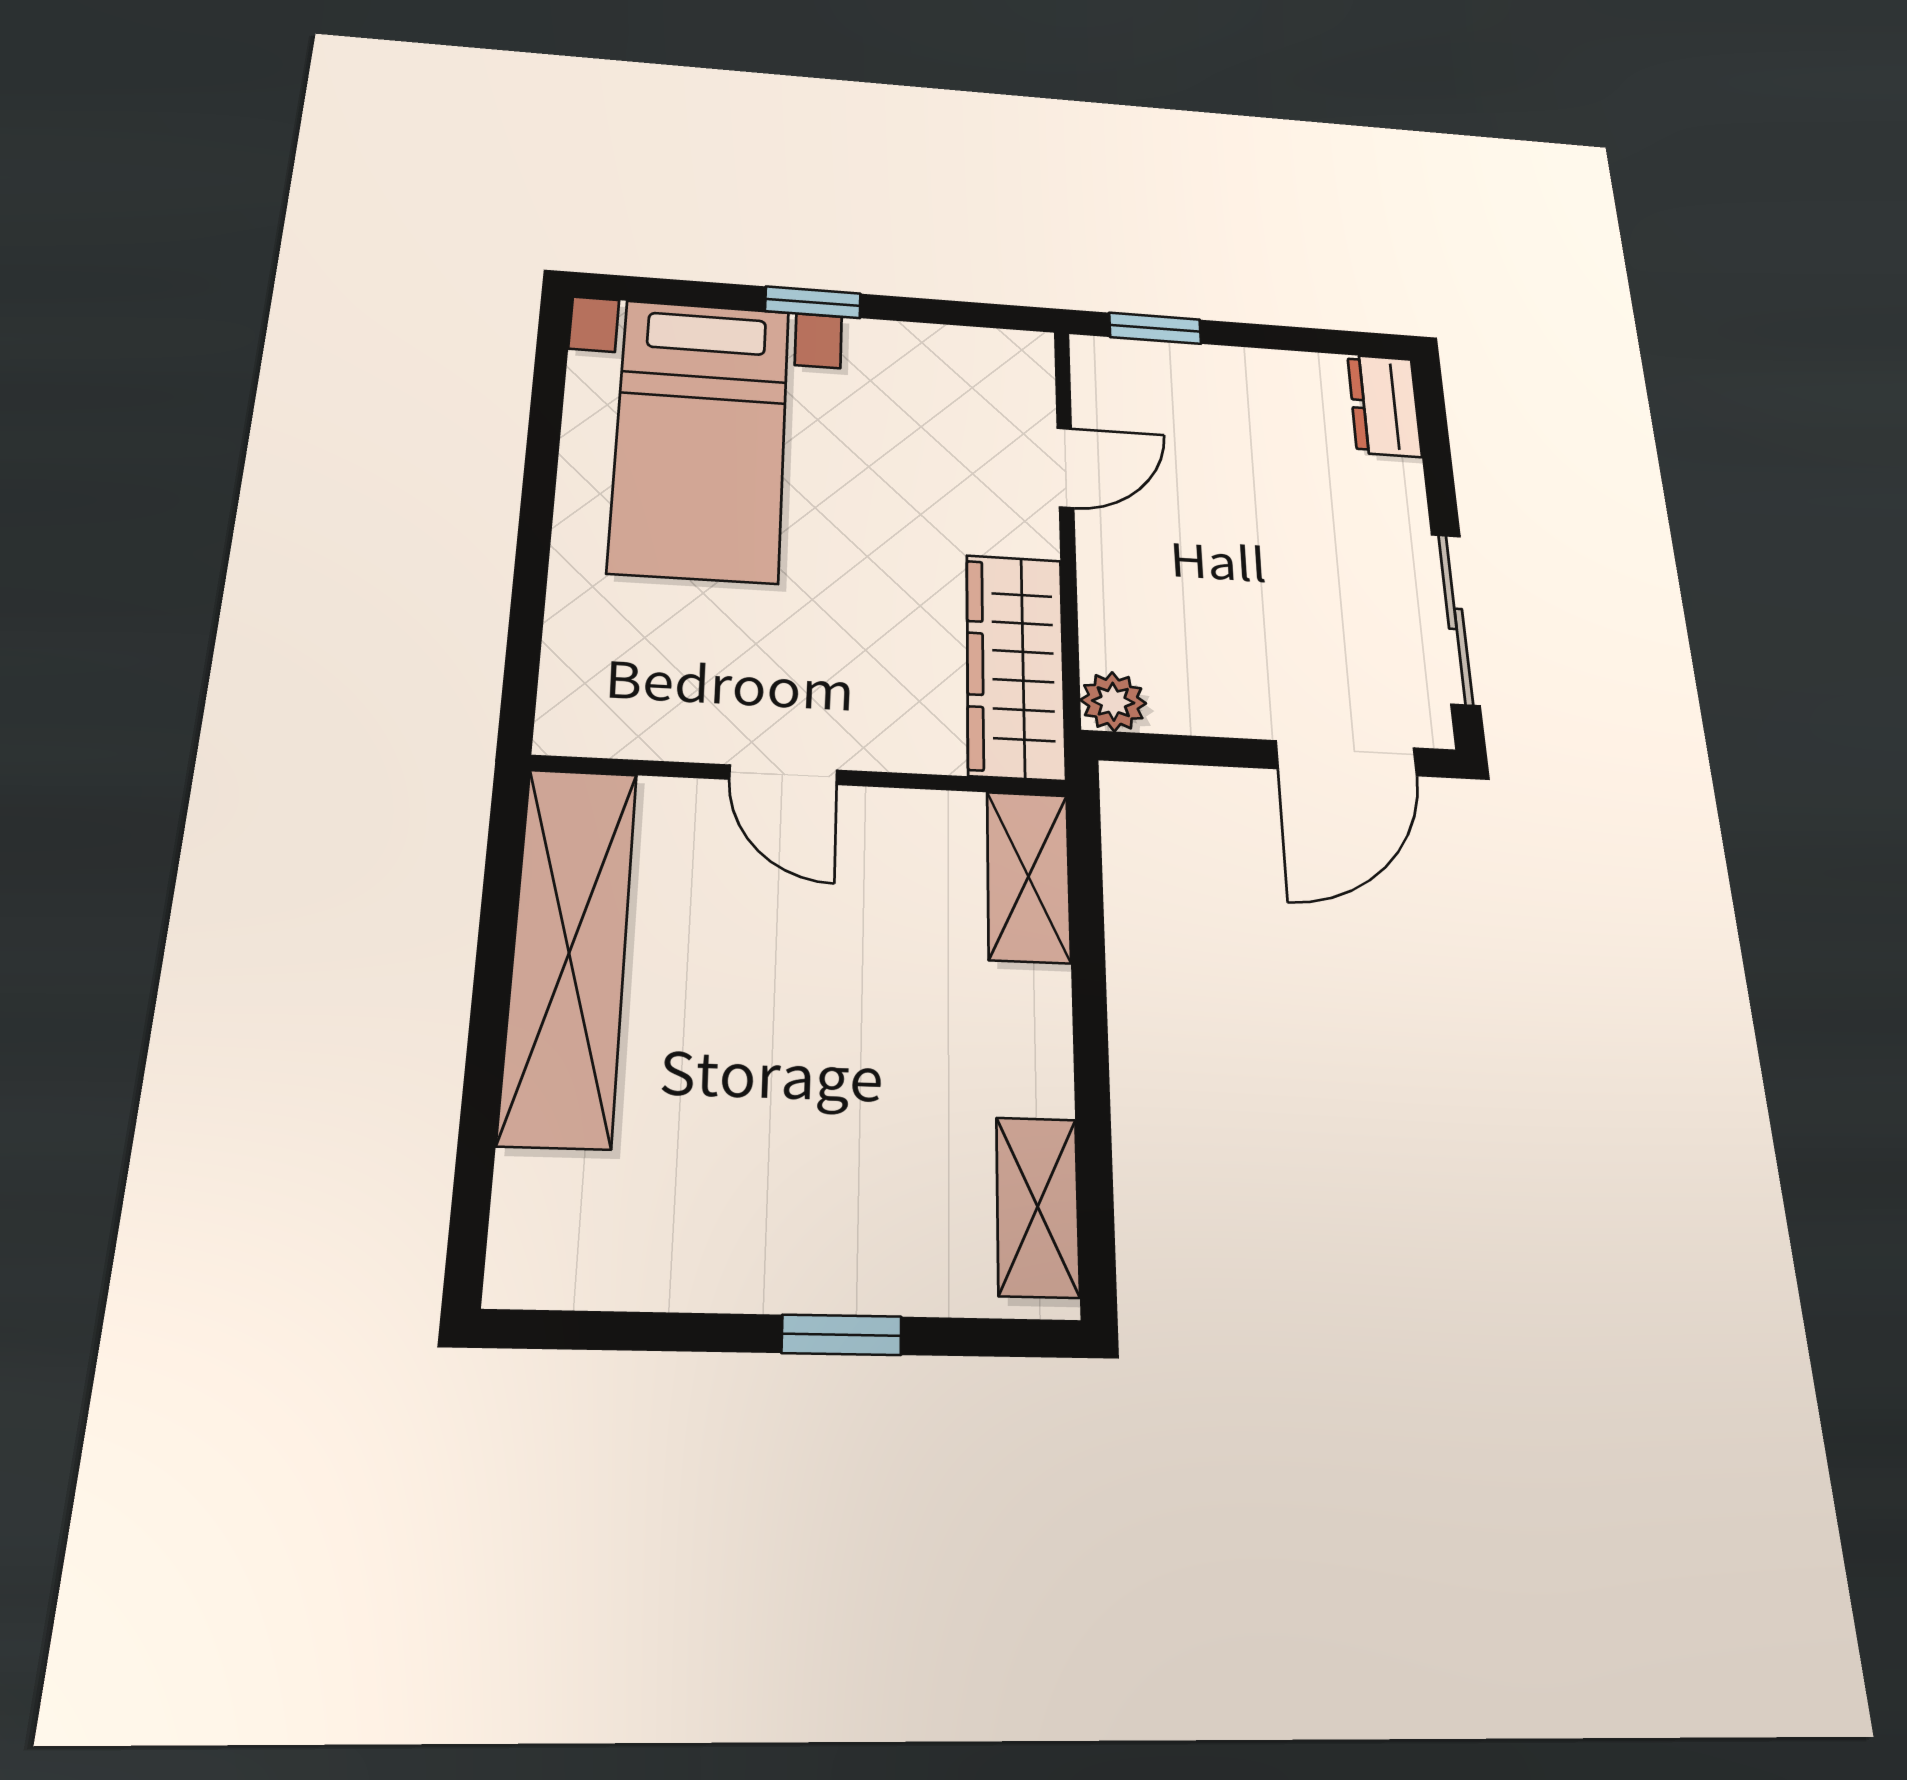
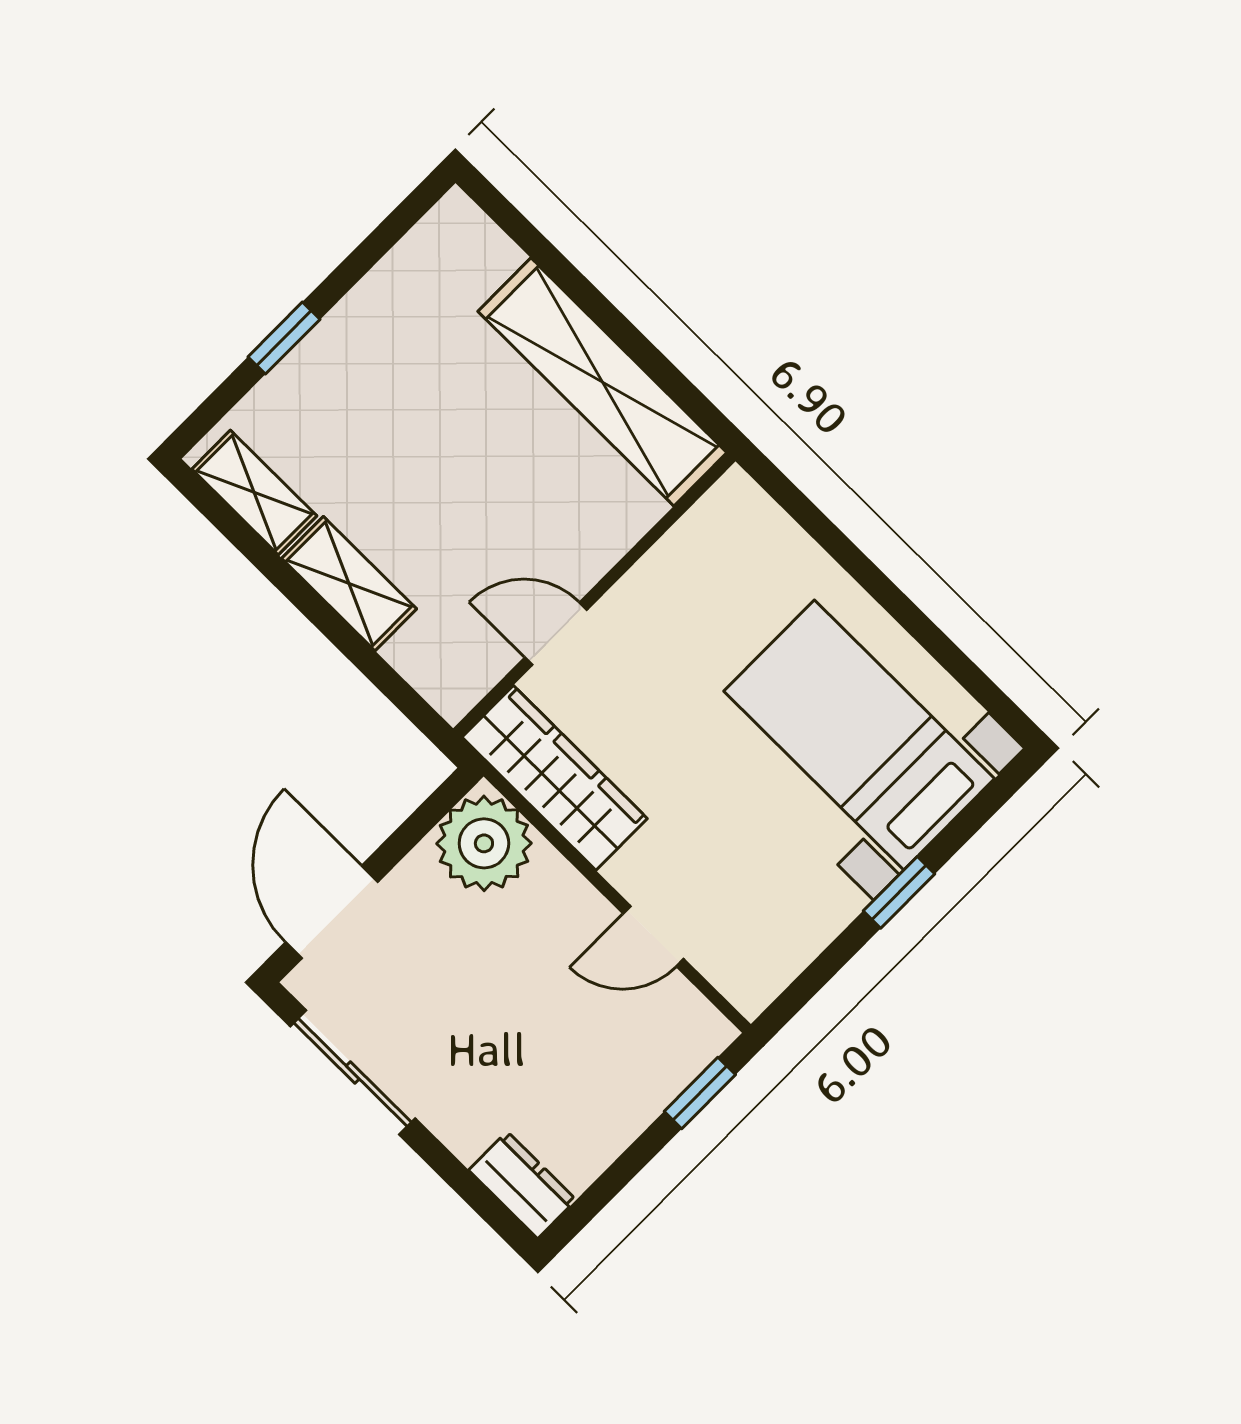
door: (1065, 468) -> (653, 936), hinge flipped
plant: (1113, 702) -> (484, 843), width x1.88, depth x1.88
door: (783, 775) -> (556, 634), moved
shelving: (1028, 877) -> (349, 584), moved

